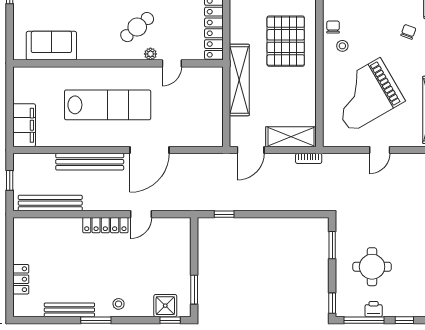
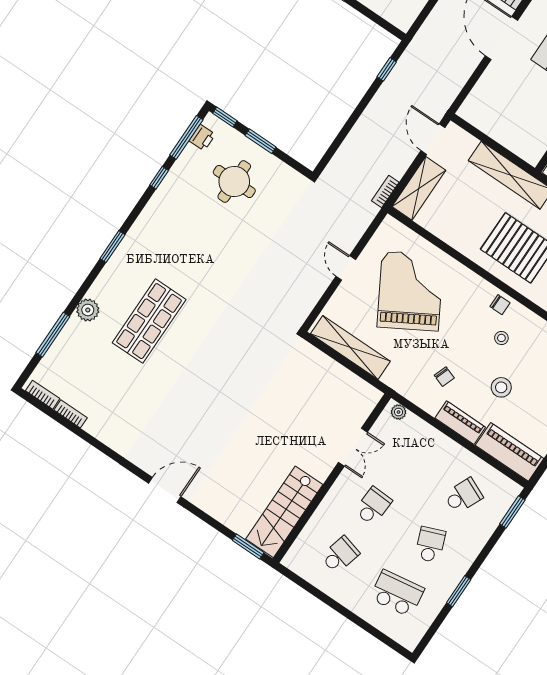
stool: (342, 46) -> (501, 338), moved
window: (332, 245) -> (261, 141), moved
printer: (374, 309) -> (202, 138), moved

